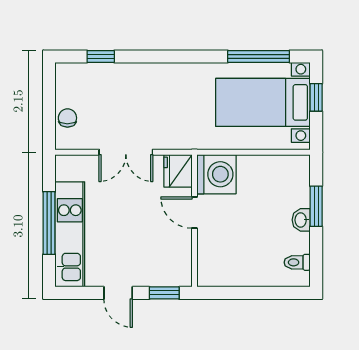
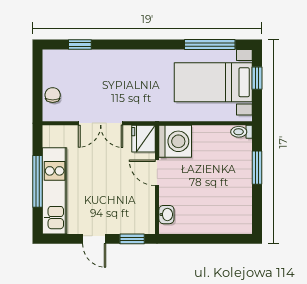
washbasin: (301, 220) -> (166, 215), moved, turned 180
toilet: (297, 262) -> (242, 132), moved

